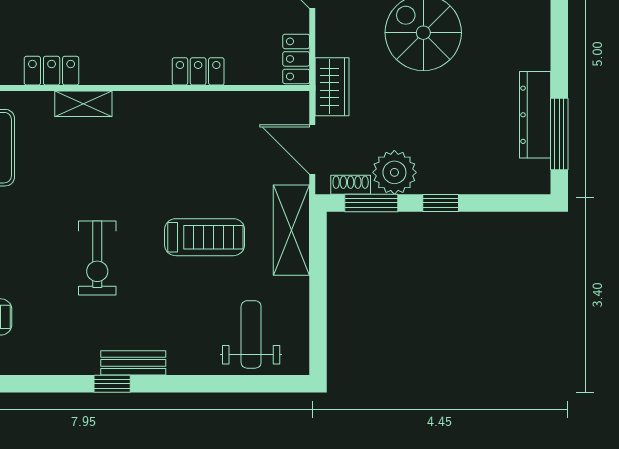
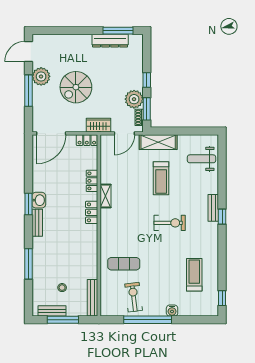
locker: (52, 71) -> (92, 212), moved
shelving: (83, 104) -> (105, 196), moved
treadmill: (205, 237) -> (161, 178), turned 180

